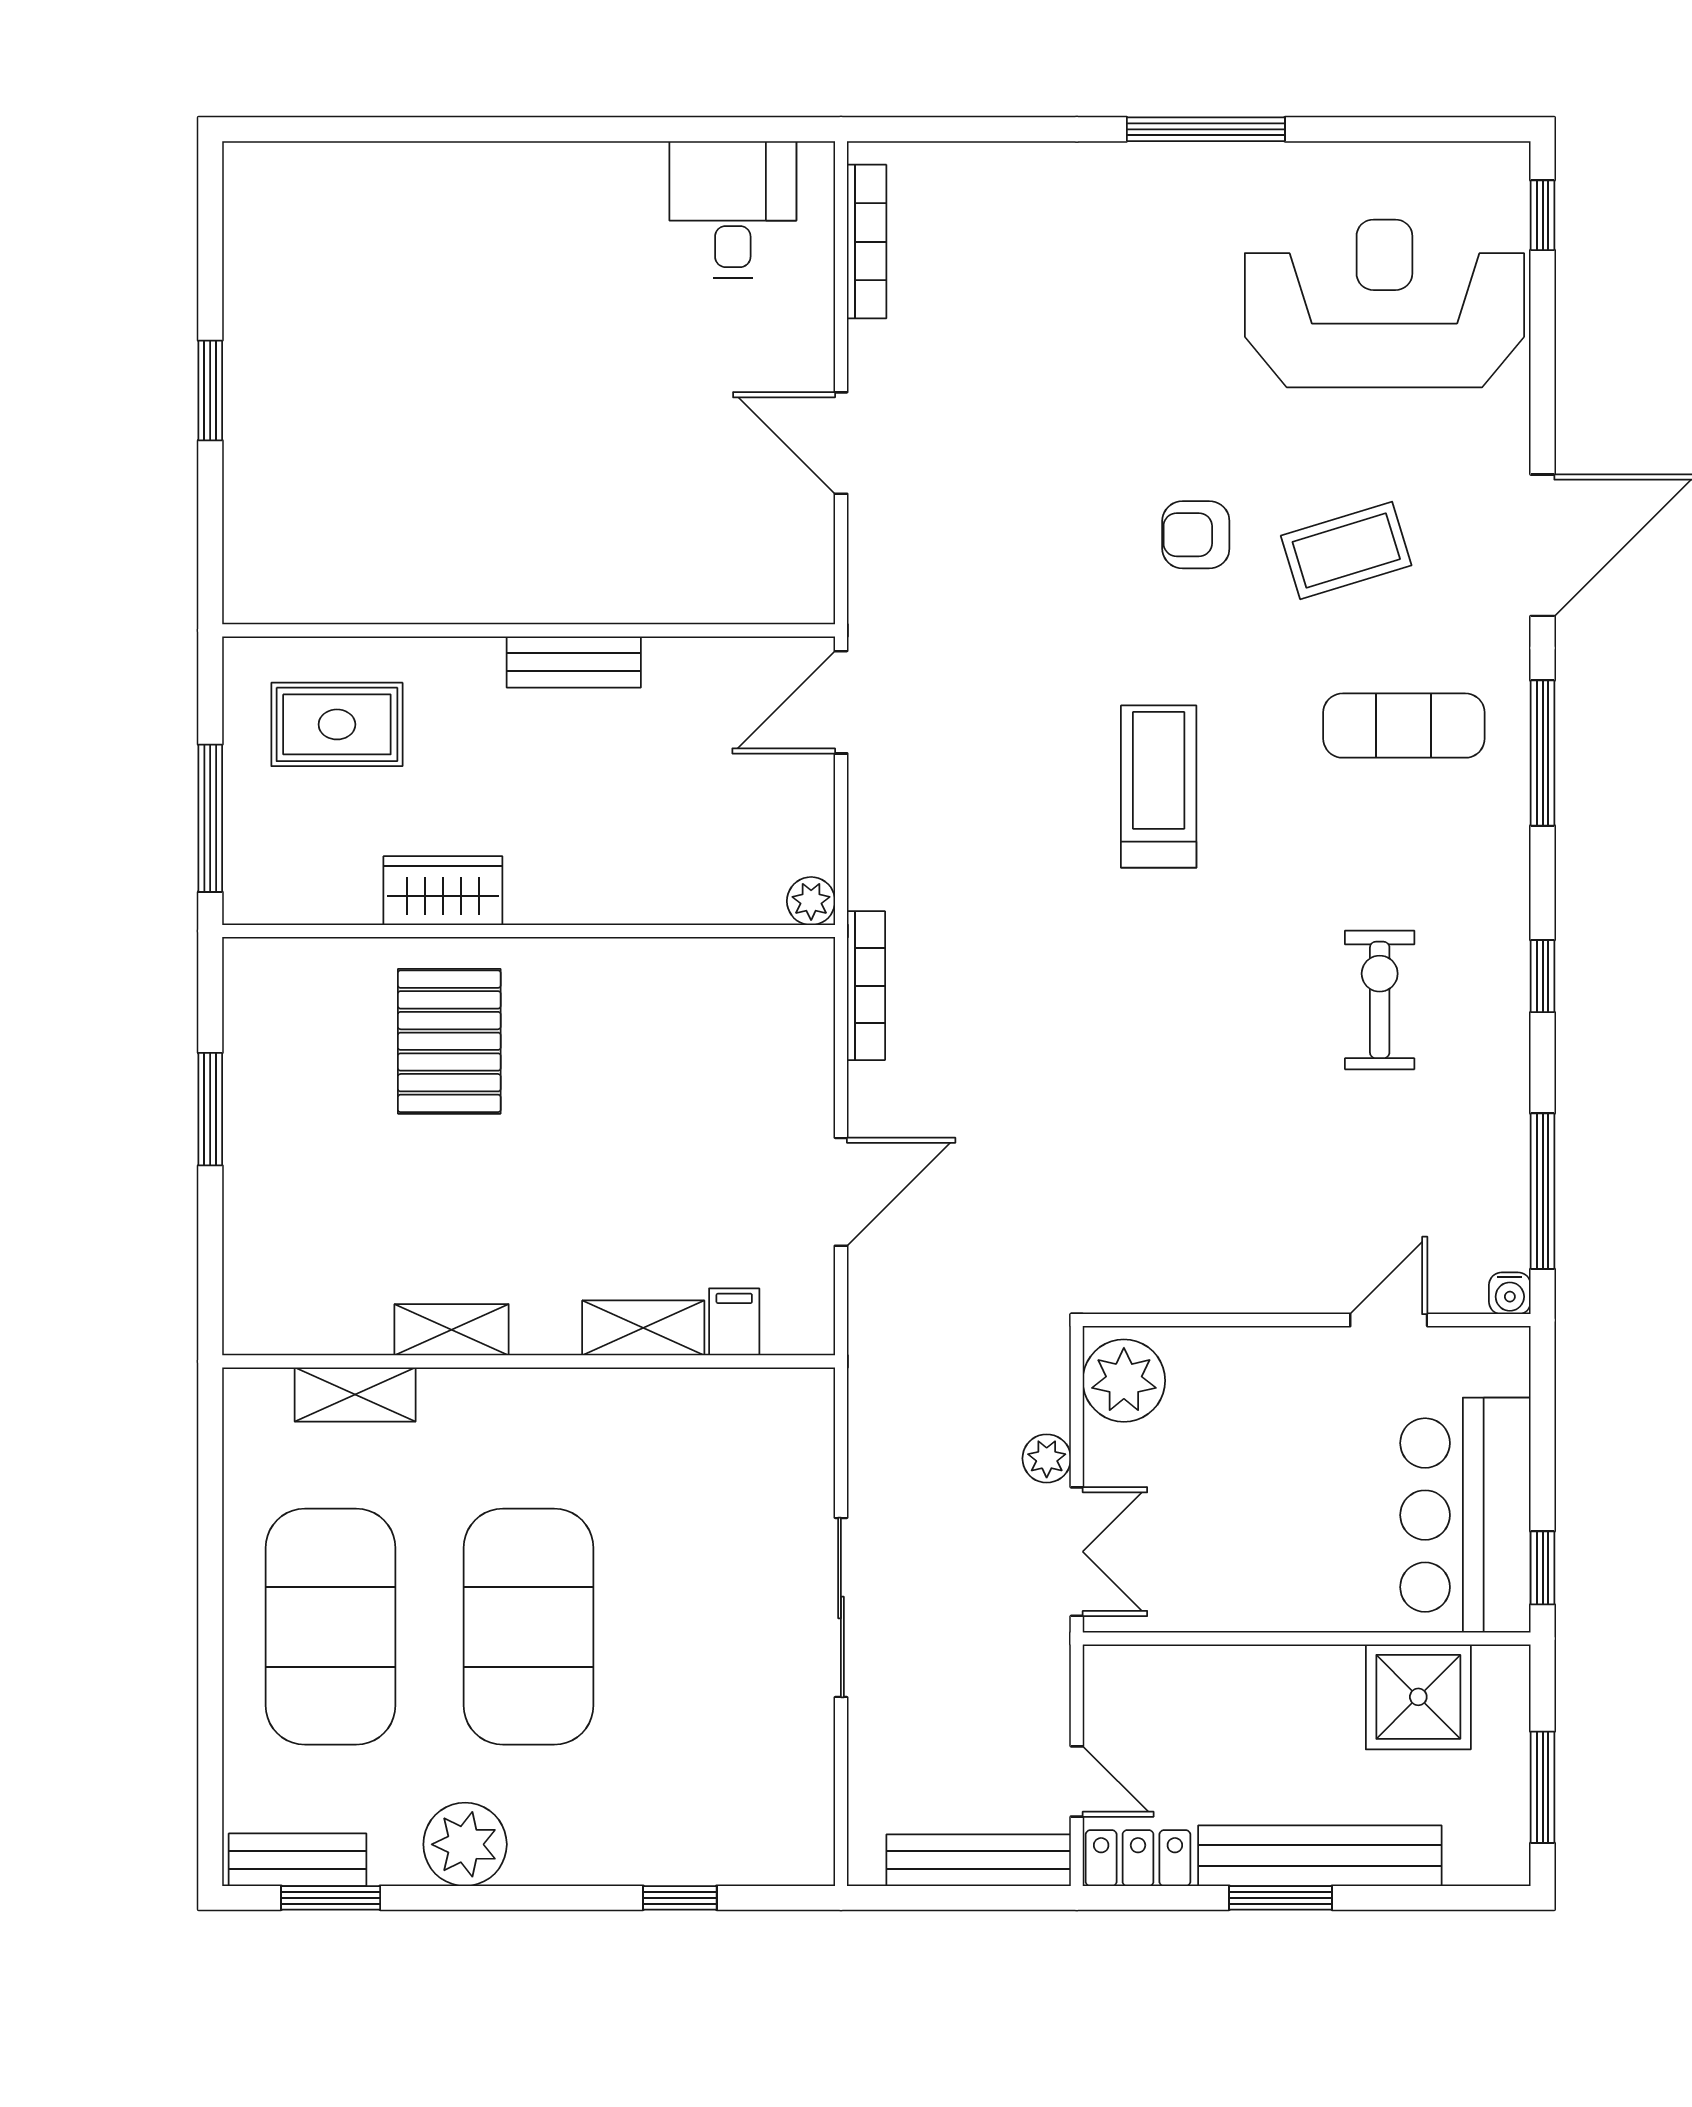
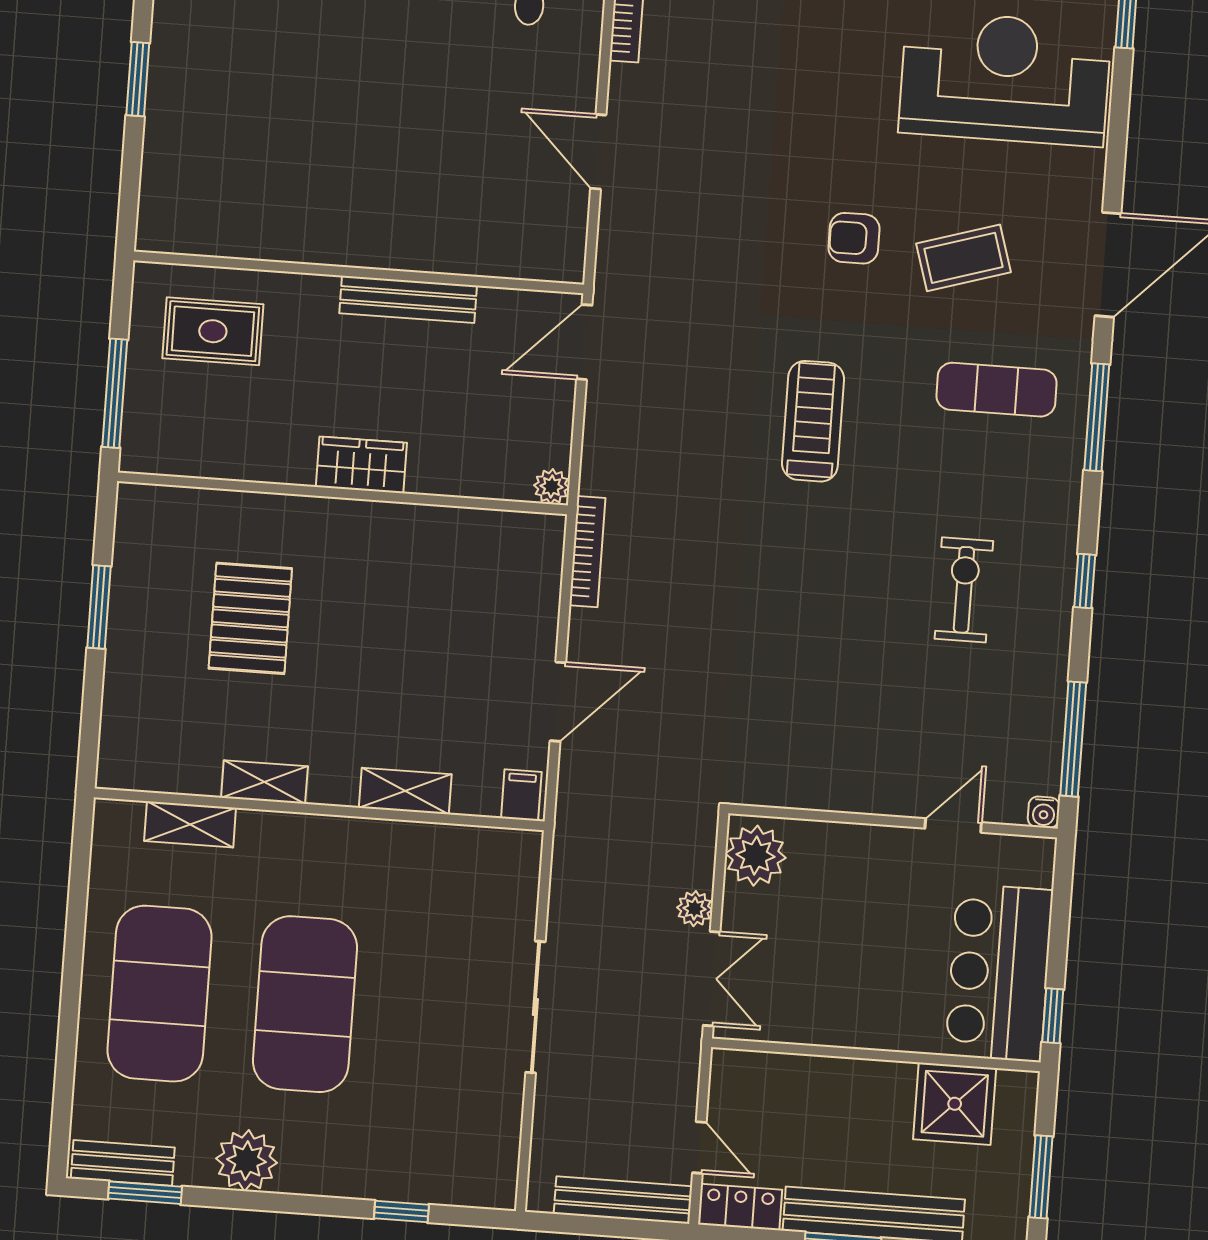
bench: (574, 662) -> (408, 299), width x1.36
wardrobe: (443, 891) -> (361, 465), moved
pallet: (449, 1041) -> (250, 618), moved
filing cabinet: (734, 1322) -> (521, 795), moved

